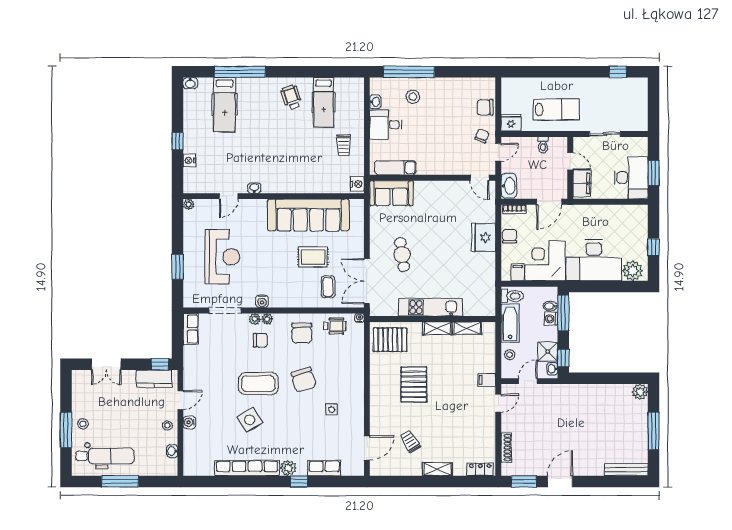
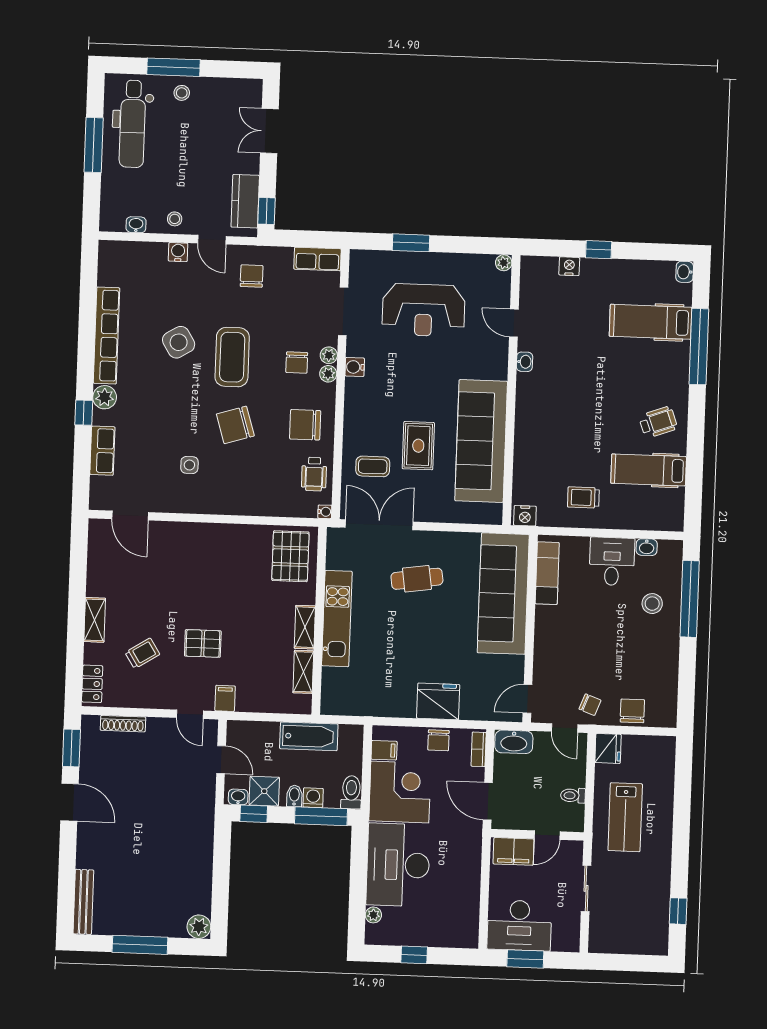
sofa: (391, 193) -> (503, 594), width x1.85, depth x1.27
chair: (510, 236) -> (438, 740), turned 90
plant: (633, 271) -> (373, 915), width x0.53, depth x0.53
toilet: (512, 296) -> (351, 792), moved, turned 180
bidet: (550, 306) -> (294, 796), moved
stool: (510, 355) -> (262, 734), removed
chair: (204, 373) -> (252, 276), added
pallet: (414, 384) -> (203, 643), moved, width x0.67, depth x0.71
trolley: (410, 441) -> (142, 653), moved

